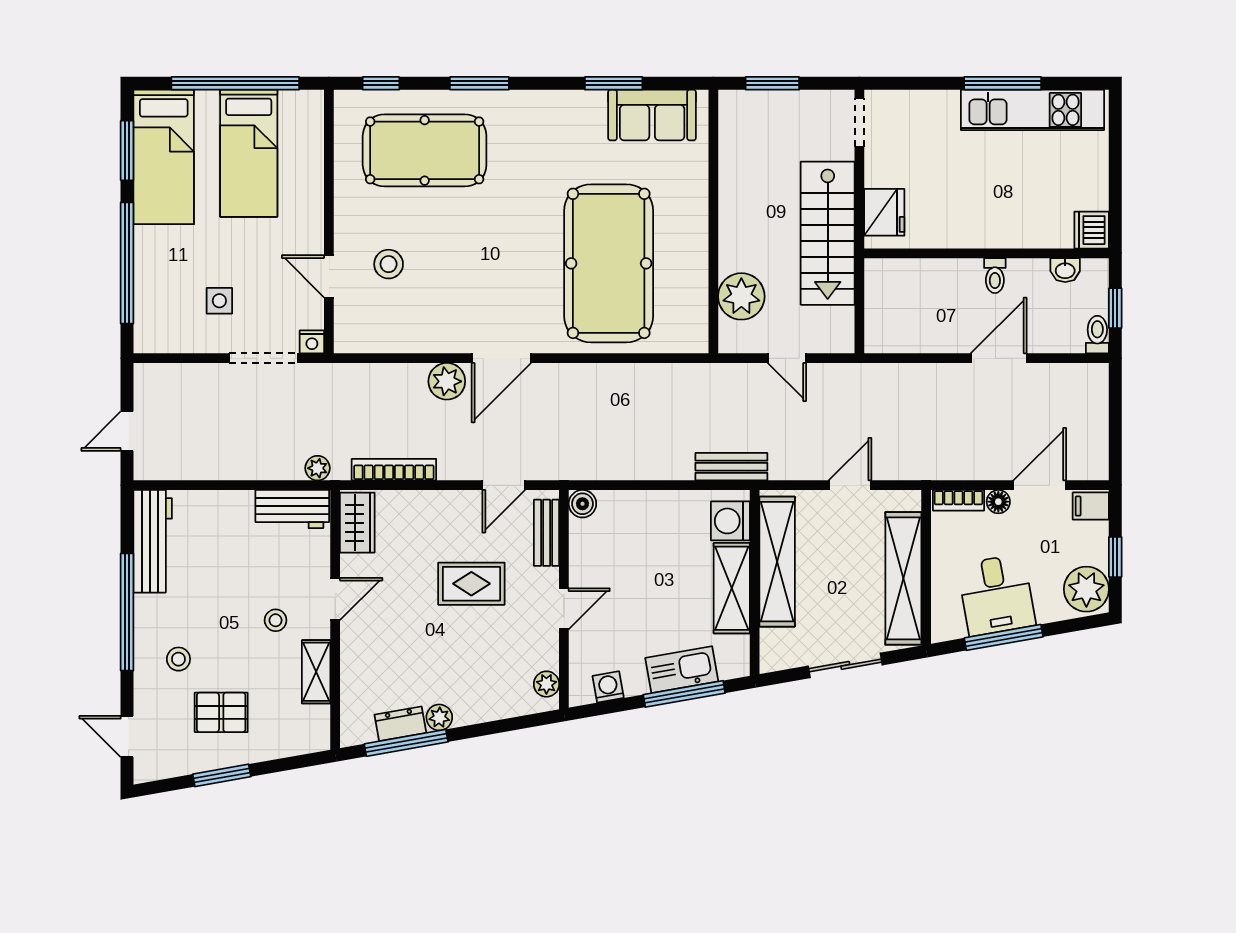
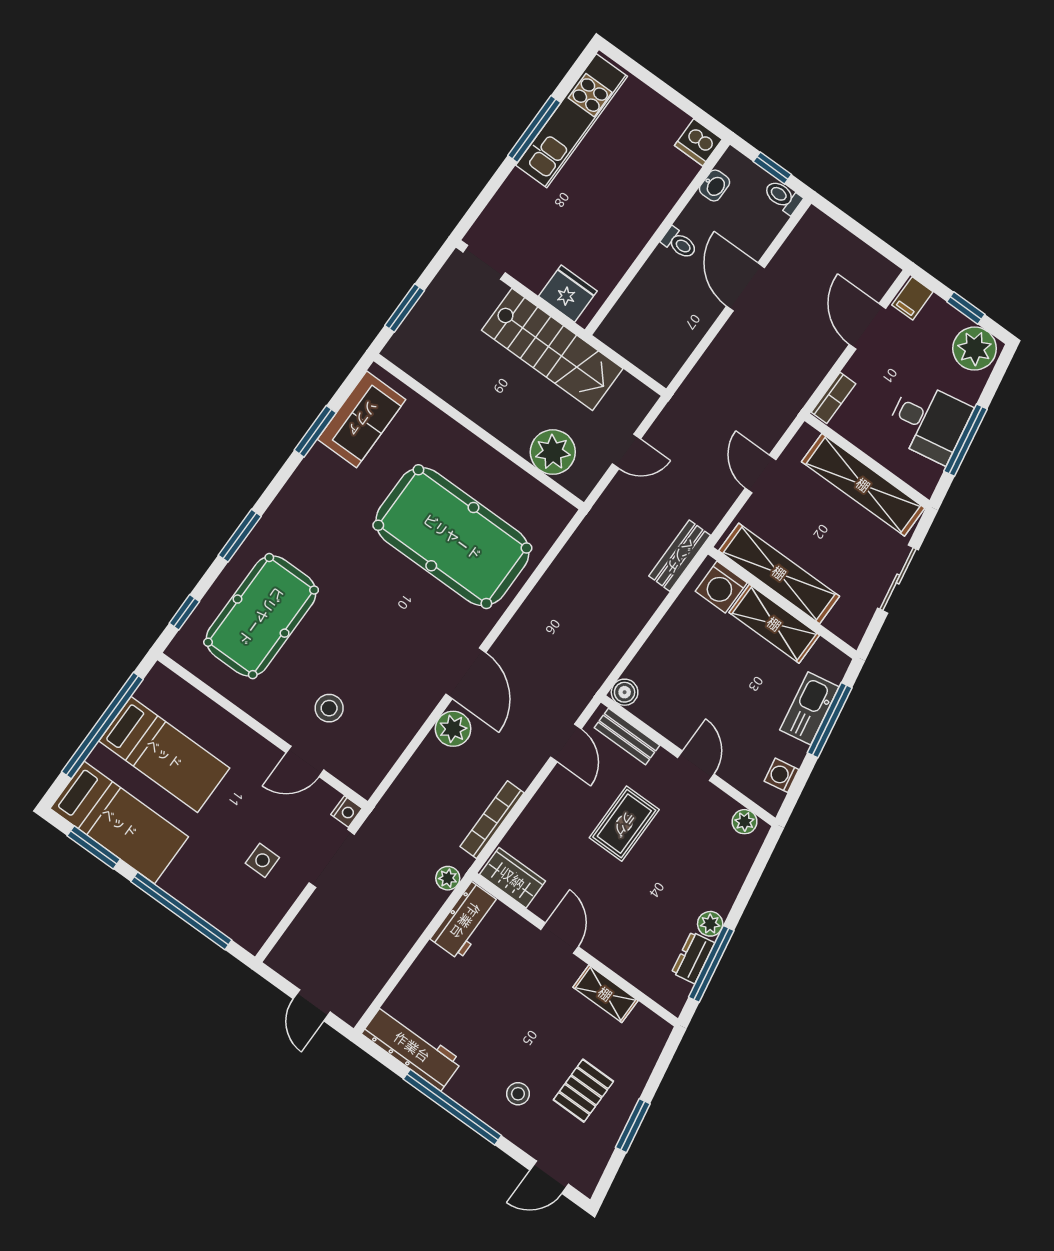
floor lamp: (998, 502) -> (857, 368), removed
stool: (276, 620) -> (542, 996), removed

